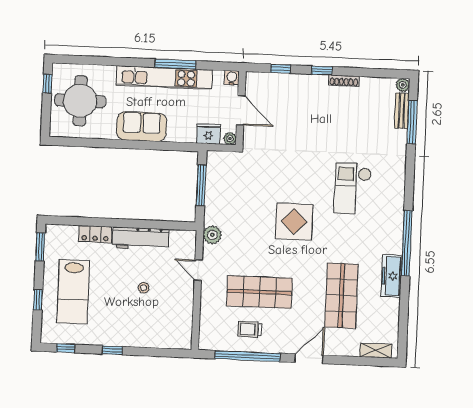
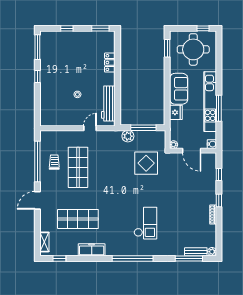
door: (241, 110) -> (192, 151), hinge flipped
fridge: (209, 134) -> (176, 112), moved
window: (77, 142) -> (167, 48), added
checkout: (353, 189) -> (145, 223), turned 90
display table: (294, 222) -> (146, 163), moved
plant: (212, 235) -> (128, 136), moved
workbench: (141, 239) -> (108, 104), moved
window: (407, 243) -> (133, 259), moved
lab bench: (73, 292) -> (73, 50), removed
window: (403, 328) -> (59, 259), added
window: (66, 348) -> (37, 47), width x2.17
door: (309, 359) -> (37, 200), swing flipped

